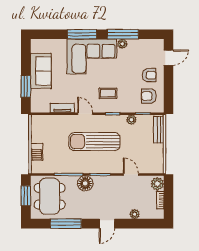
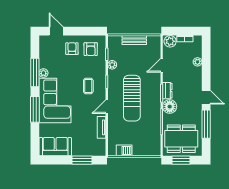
sofa: (41, 71) -> (55, 147), moved
bench: (159, 130) -> (134, 40), moved
barbecue: (37, 152) -> (124, 150), moved
dresser: (103, 181) -> (167, 91), added
door: (107, 224) -> (206, 97), moved

